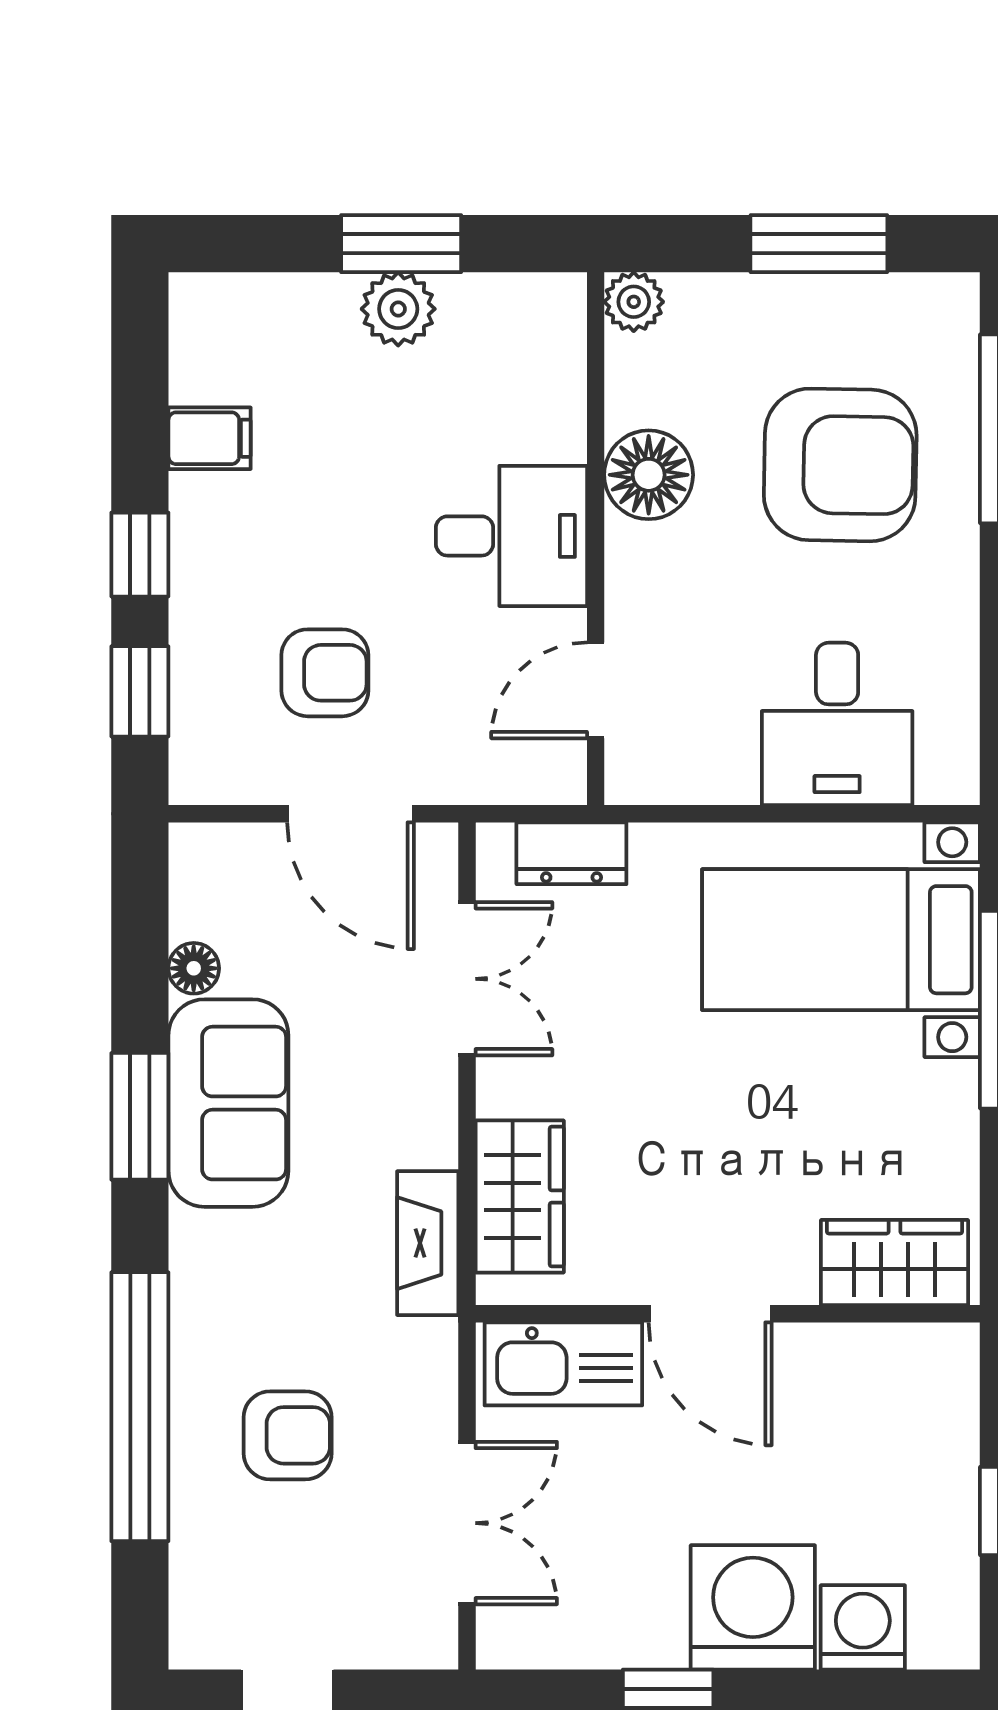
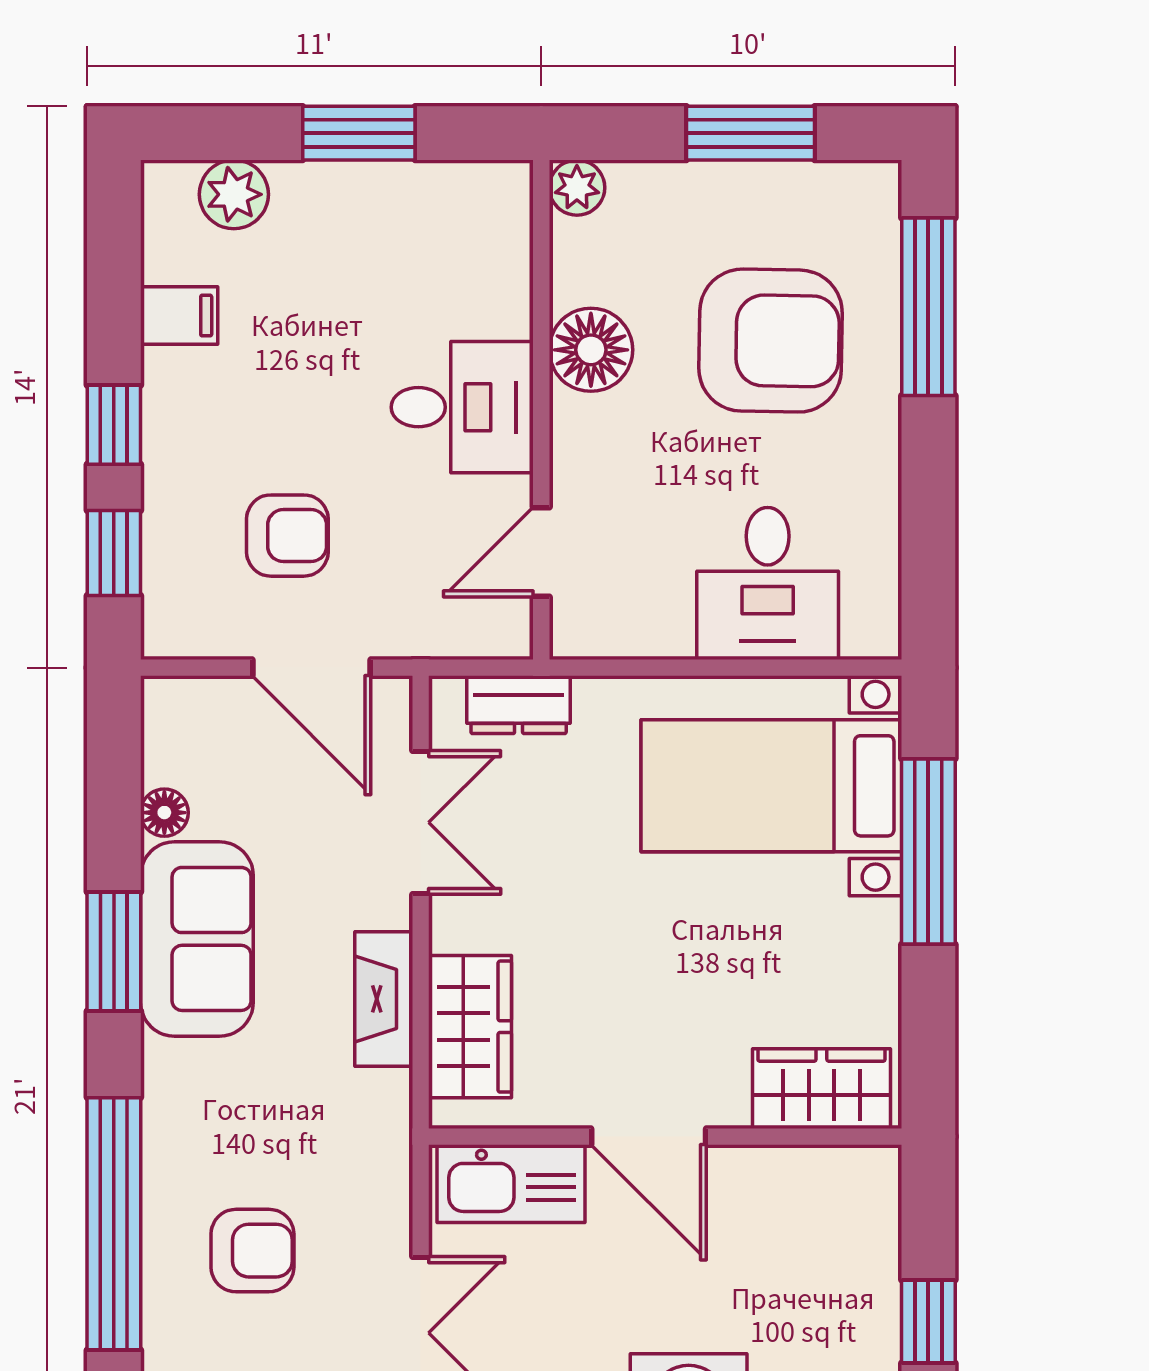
plant: (398, 309) -> (234, 194), moved
fireplace: (428, 1243) -> (384, 999), moved

